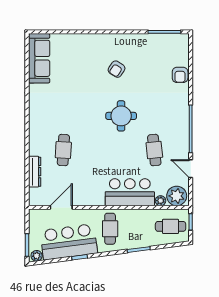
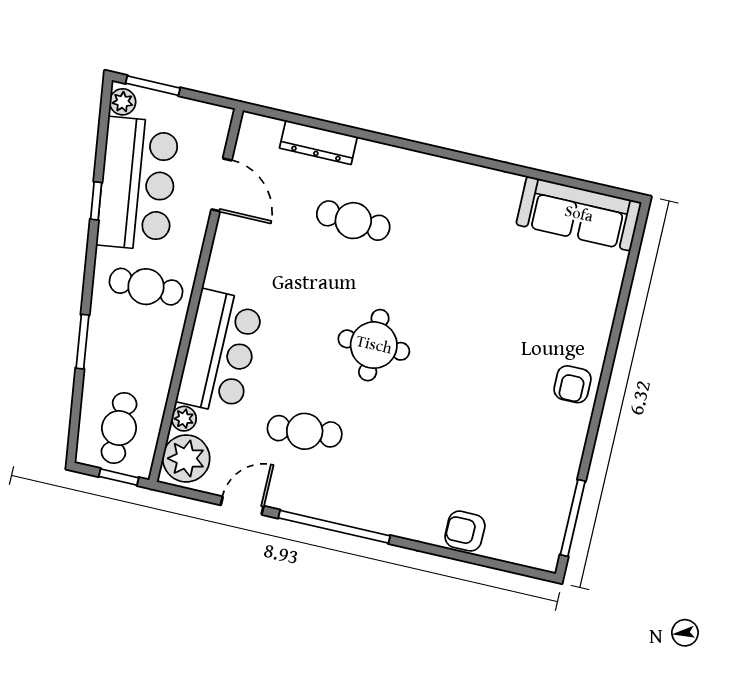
armchair: (117, 69) -> (572, 384), moved, turned -123
round table: (121, 116) -> (374, 345), moved

